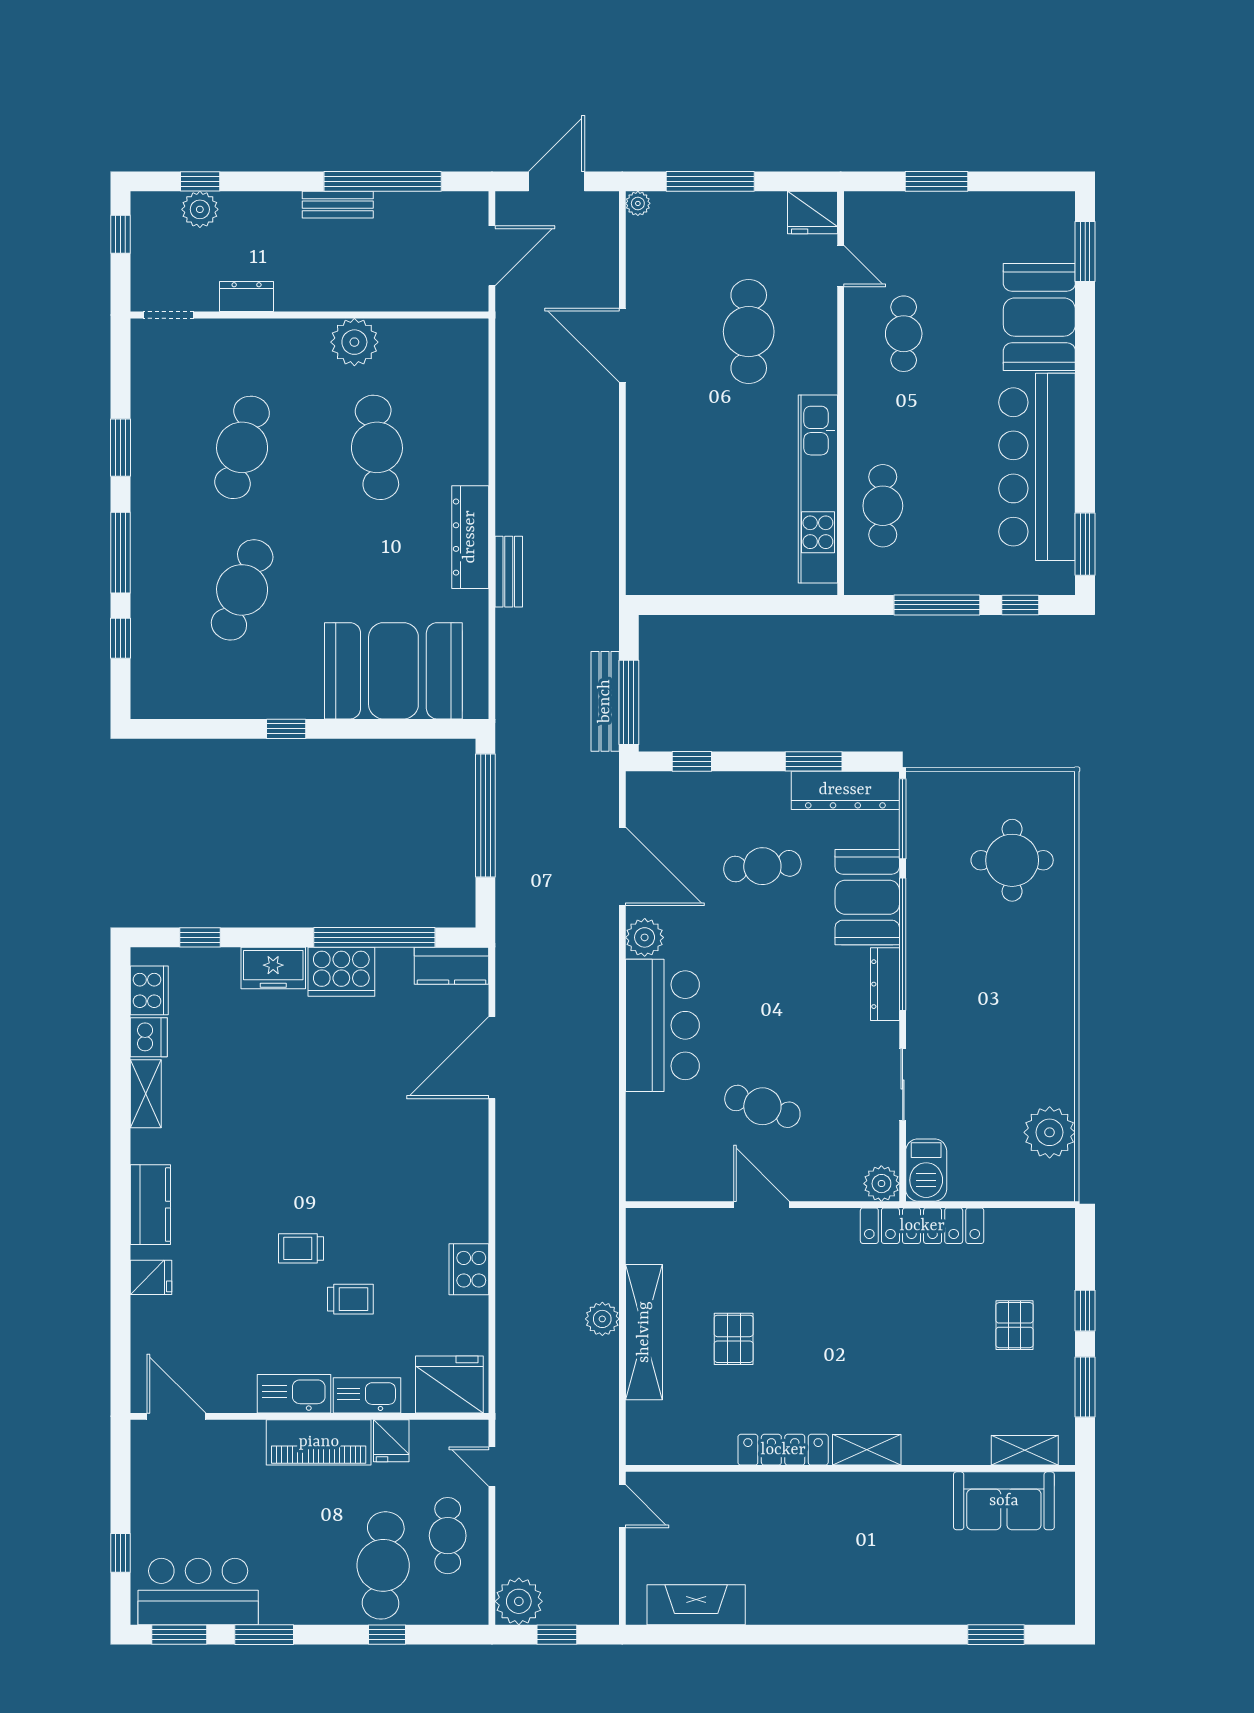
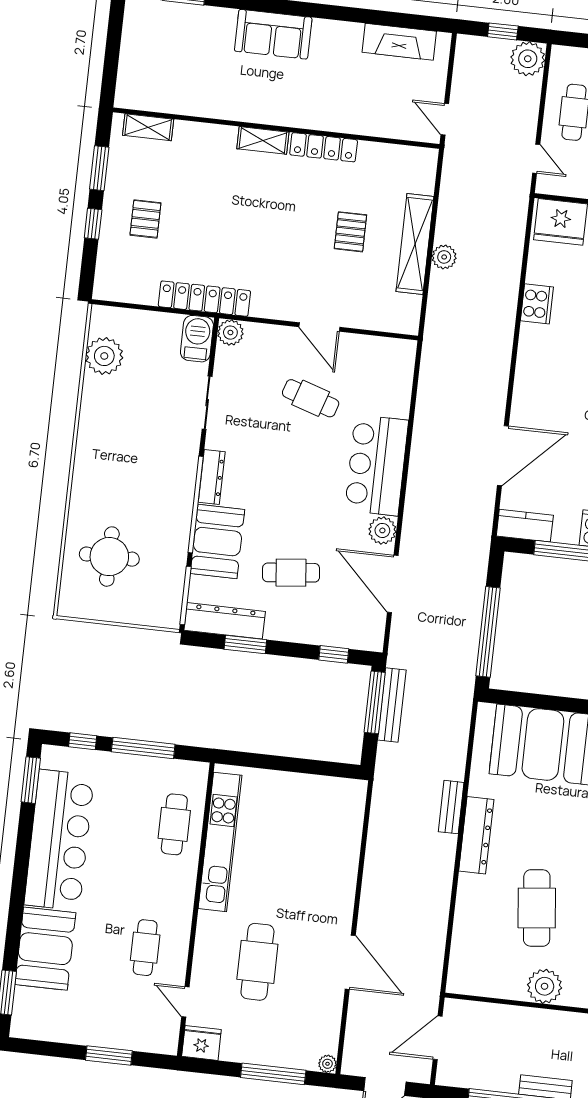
sofa: (1004, 1501) -> (273, 34), moved, turned 180

